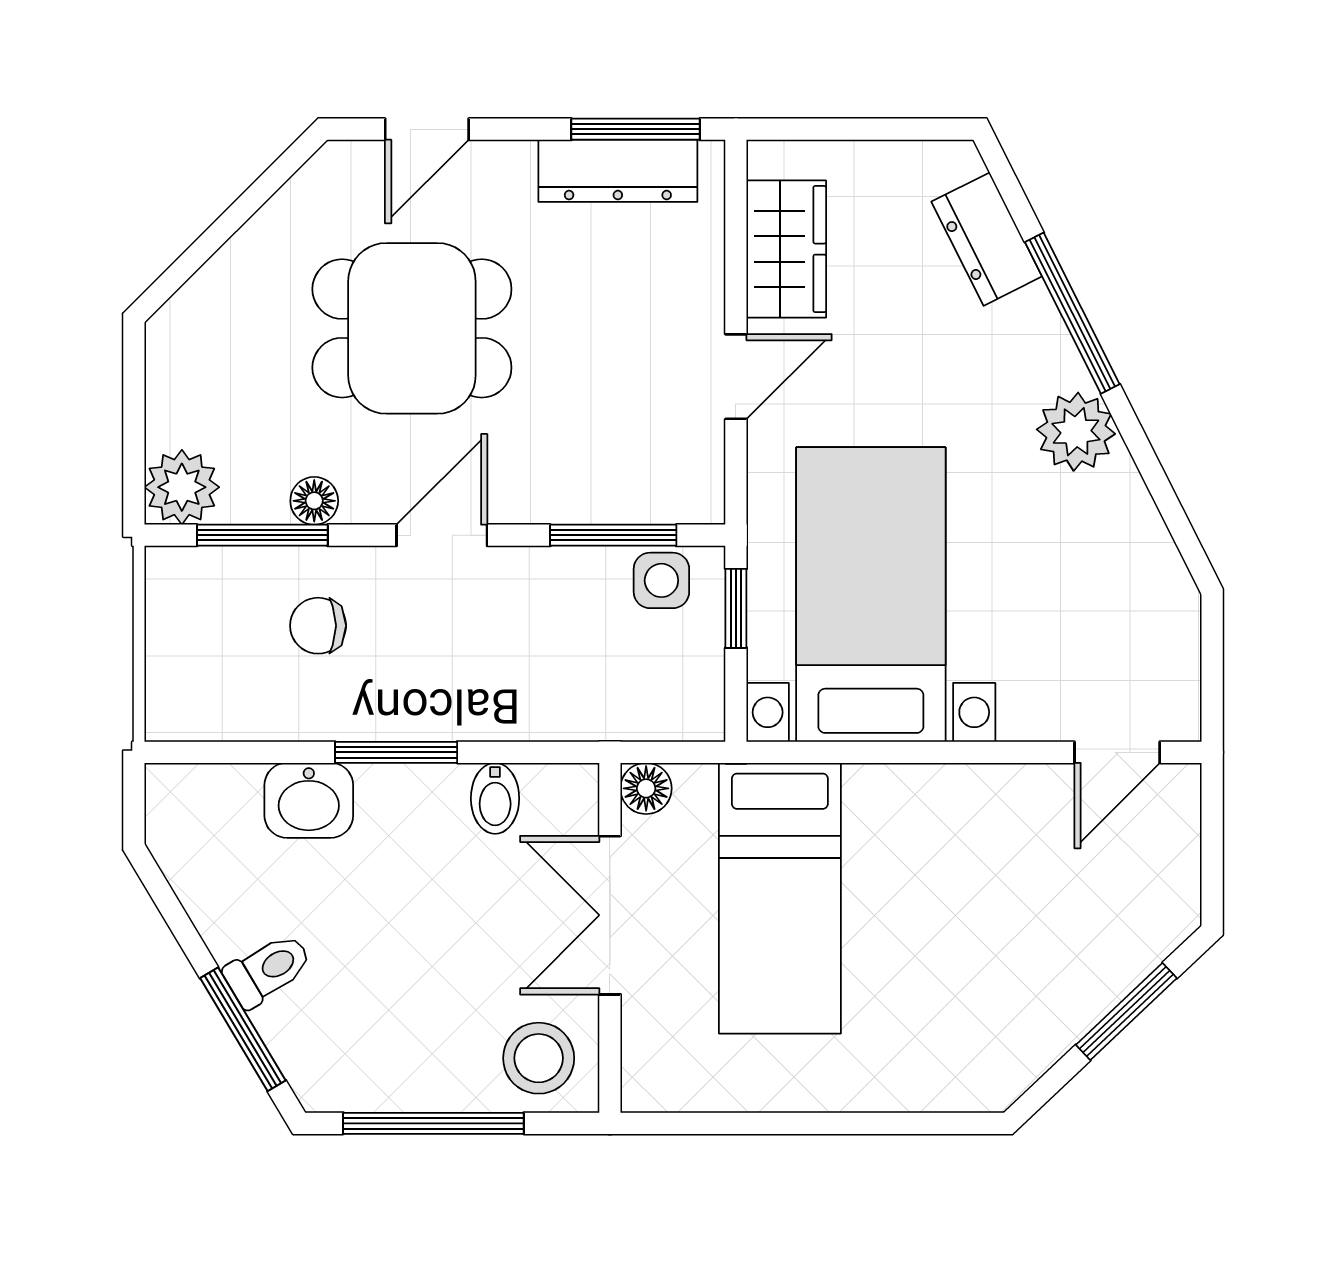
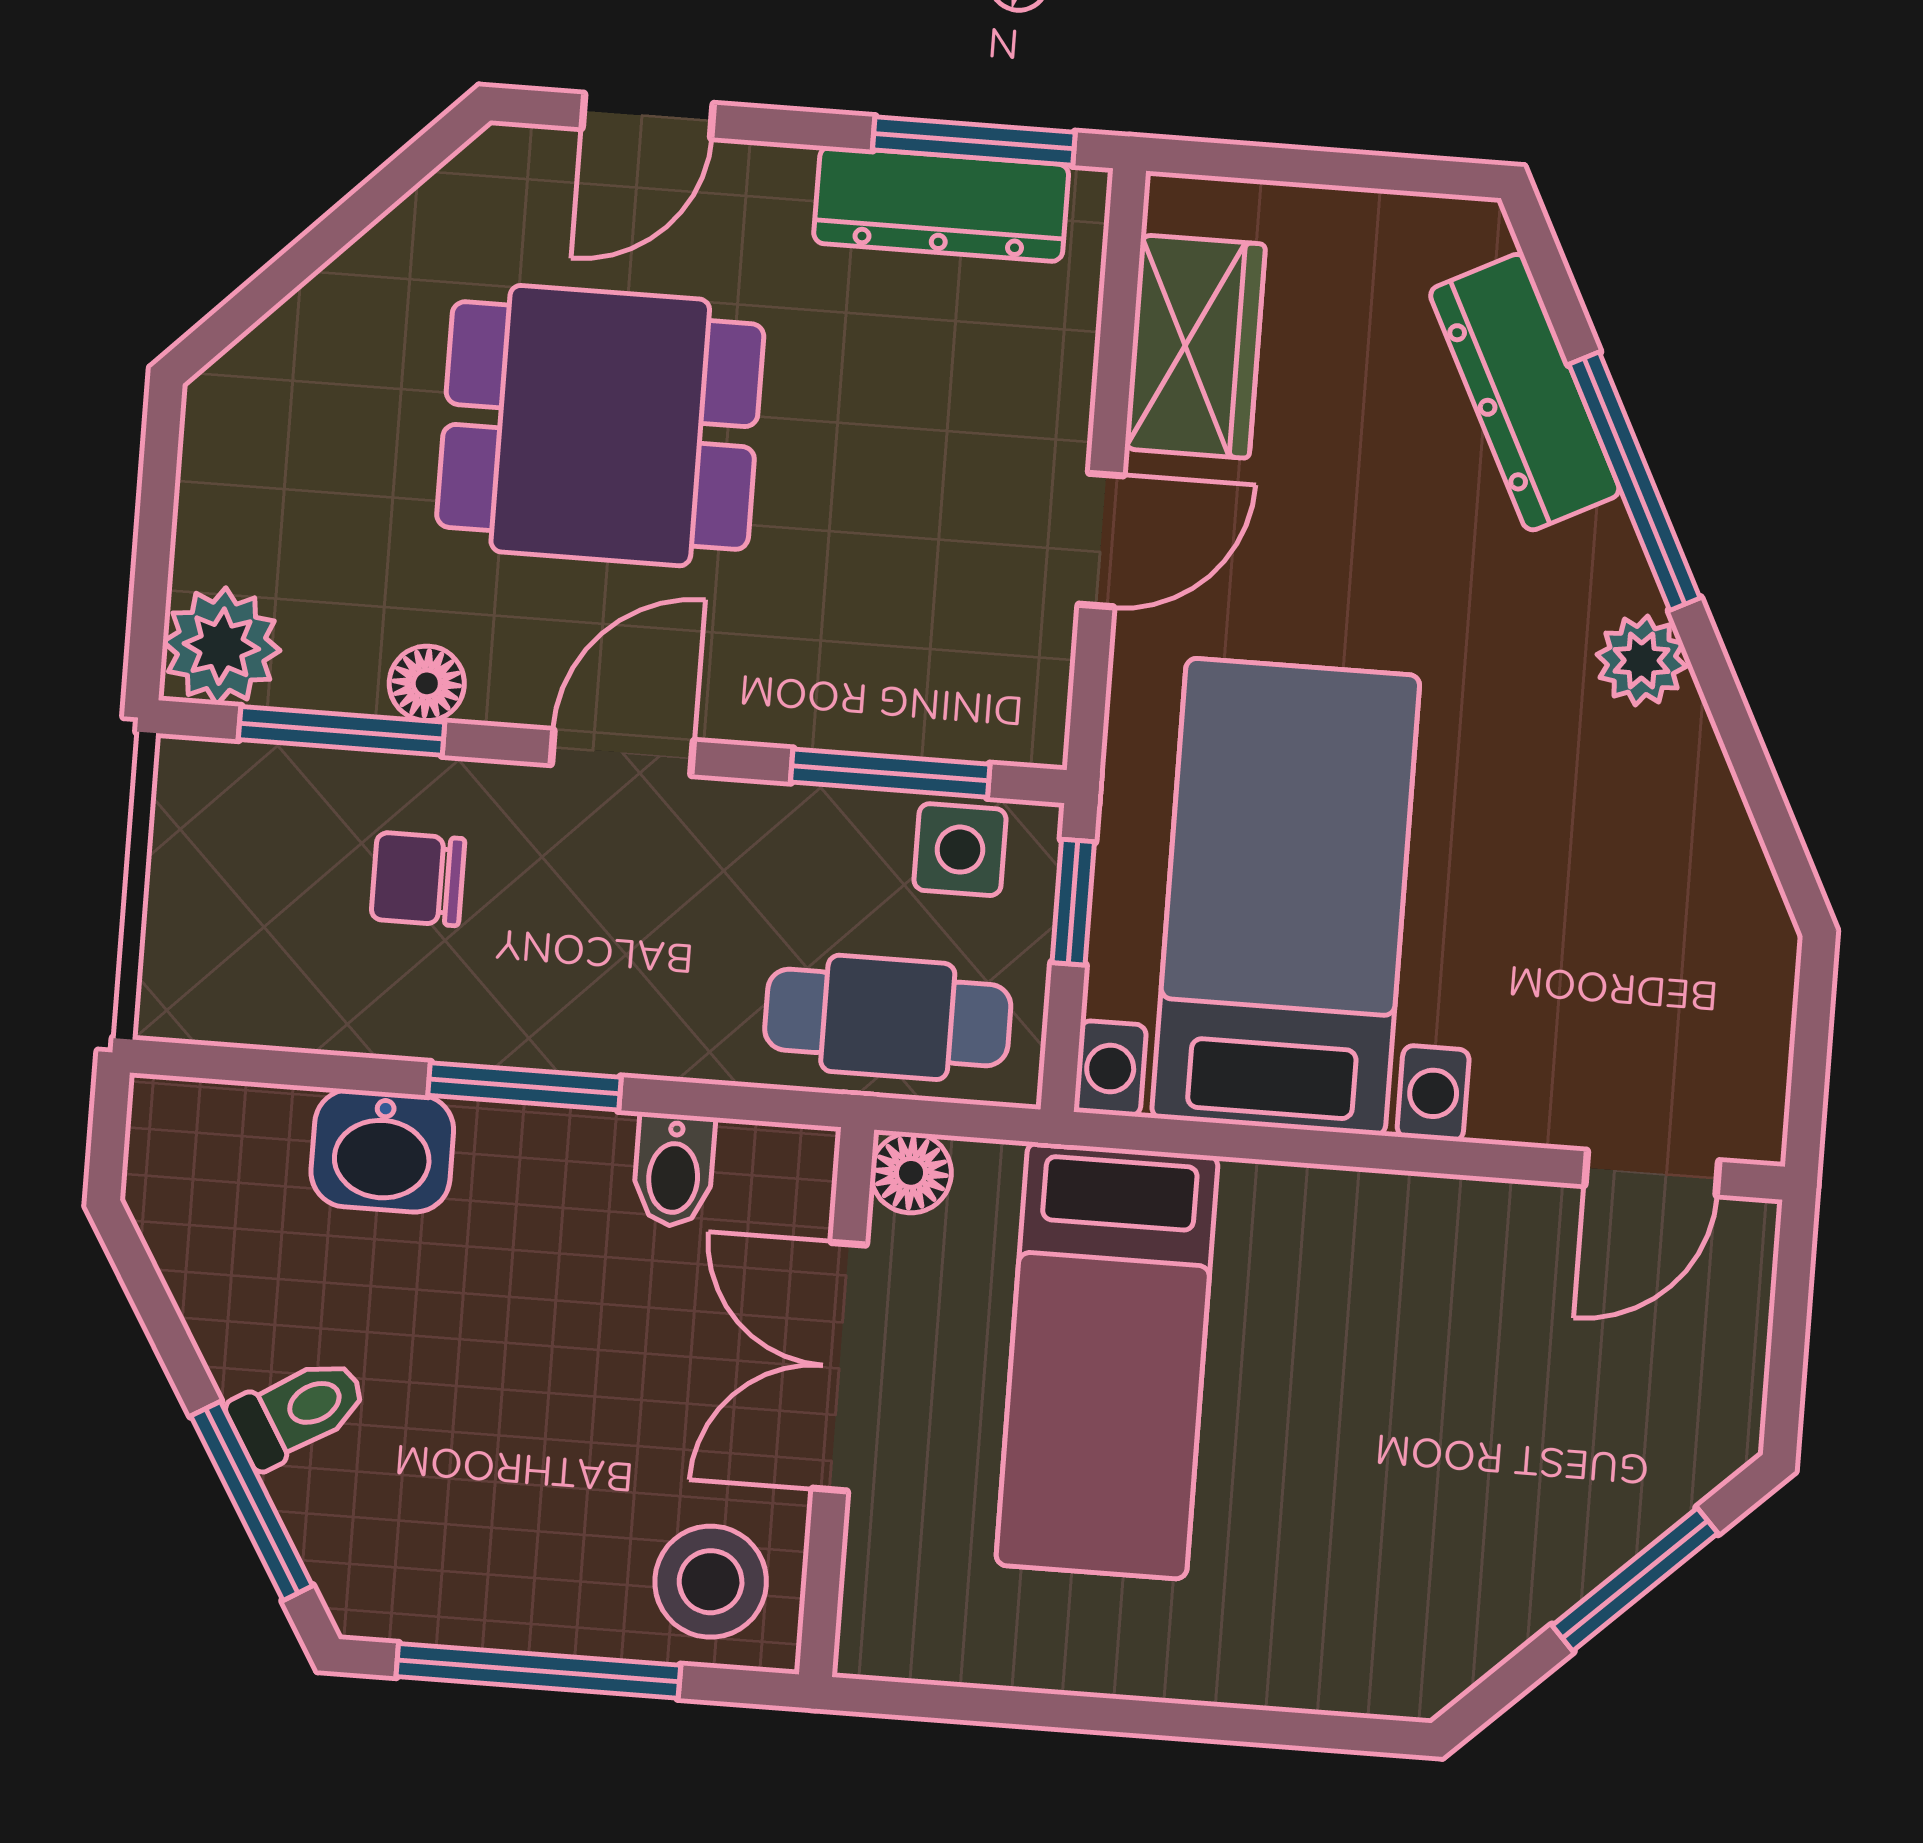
dresser: (987, 239) -> (1525, 392), width x1.44
plant: (1076, 432) -> (1642, 661), width x0.73, depth x0.73
cafe table: (624, 691) -> (888, 1017), added

